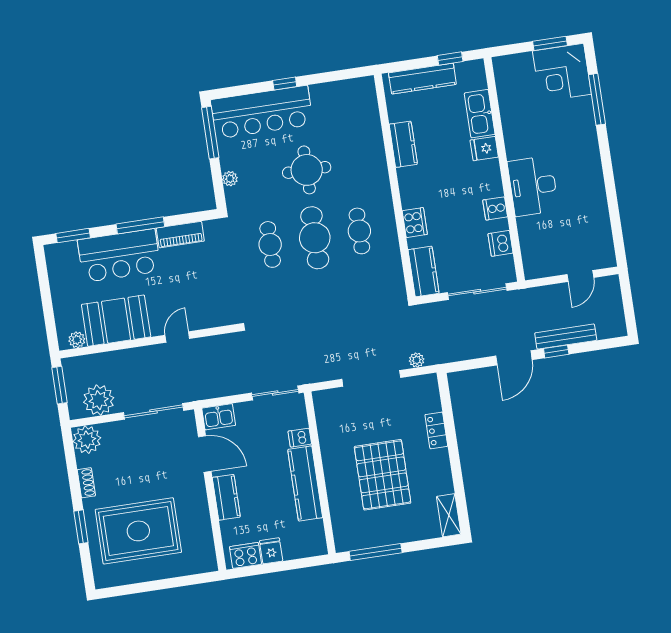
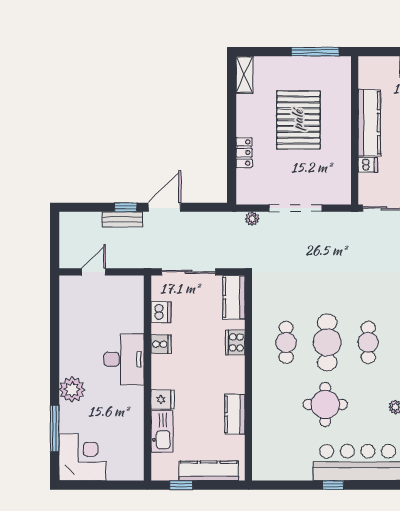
window: (550, 43) -> (89, 485), removed
plant: (584, 145) -> (72, 389), added
bench: (566, 337) -> (122, 219), width x0.73

